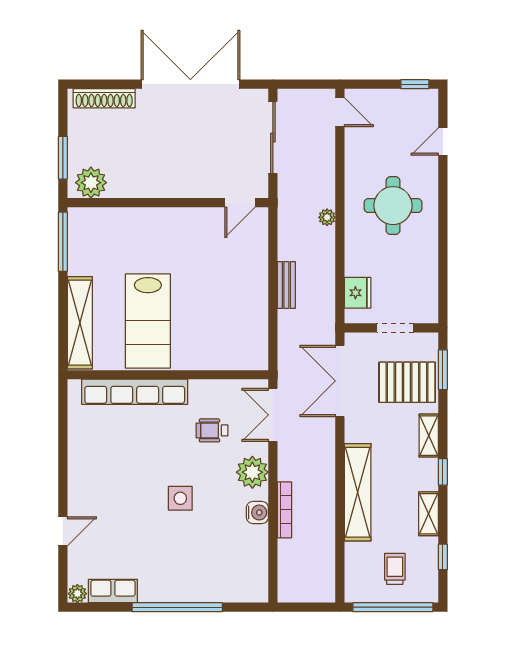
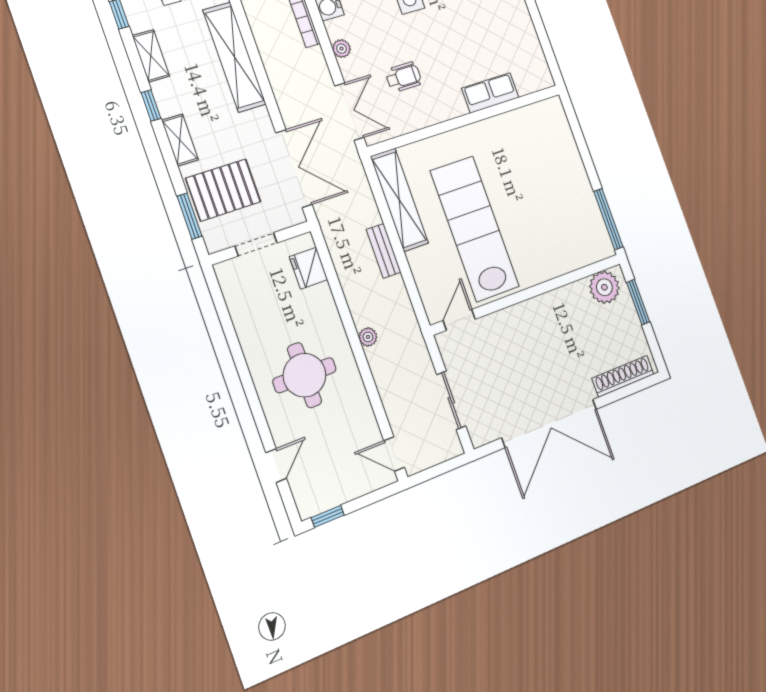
sliding door: (273, 137) -> (451, 400), width x0.73
lab bench: (148, 321) -> (475, 229), moved, width x1.36
shelving: (80, 323) -> (399, 200), moved
row of seats: (135, 392) -> (490, 93), width x0.50
plant: (252, 472) -> (342, 49), width x0.53, depth x0.53

